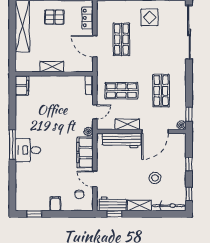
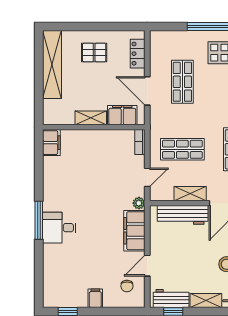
filing cabinet: (76, 65) -> (122, 115), added
door: (95, 179) -> (147, 266), hinge flipped

